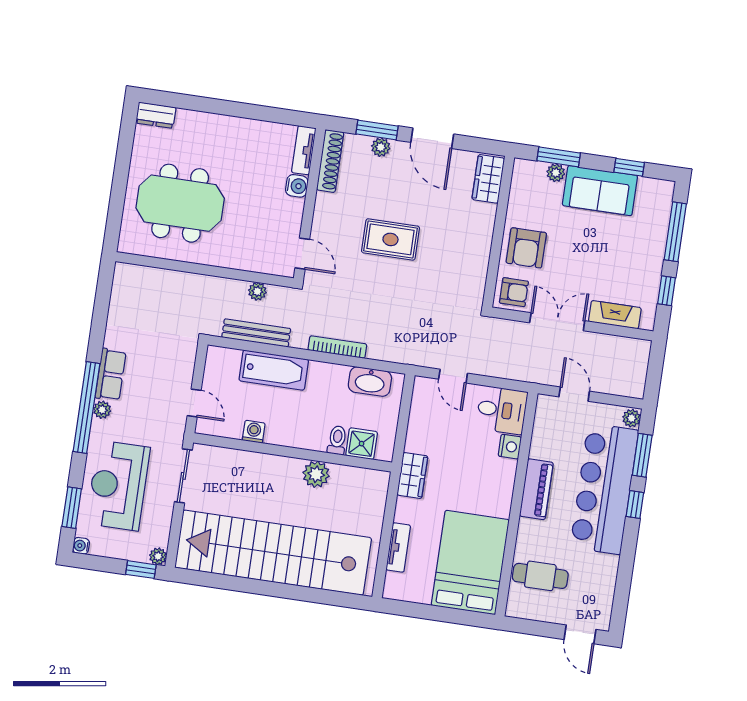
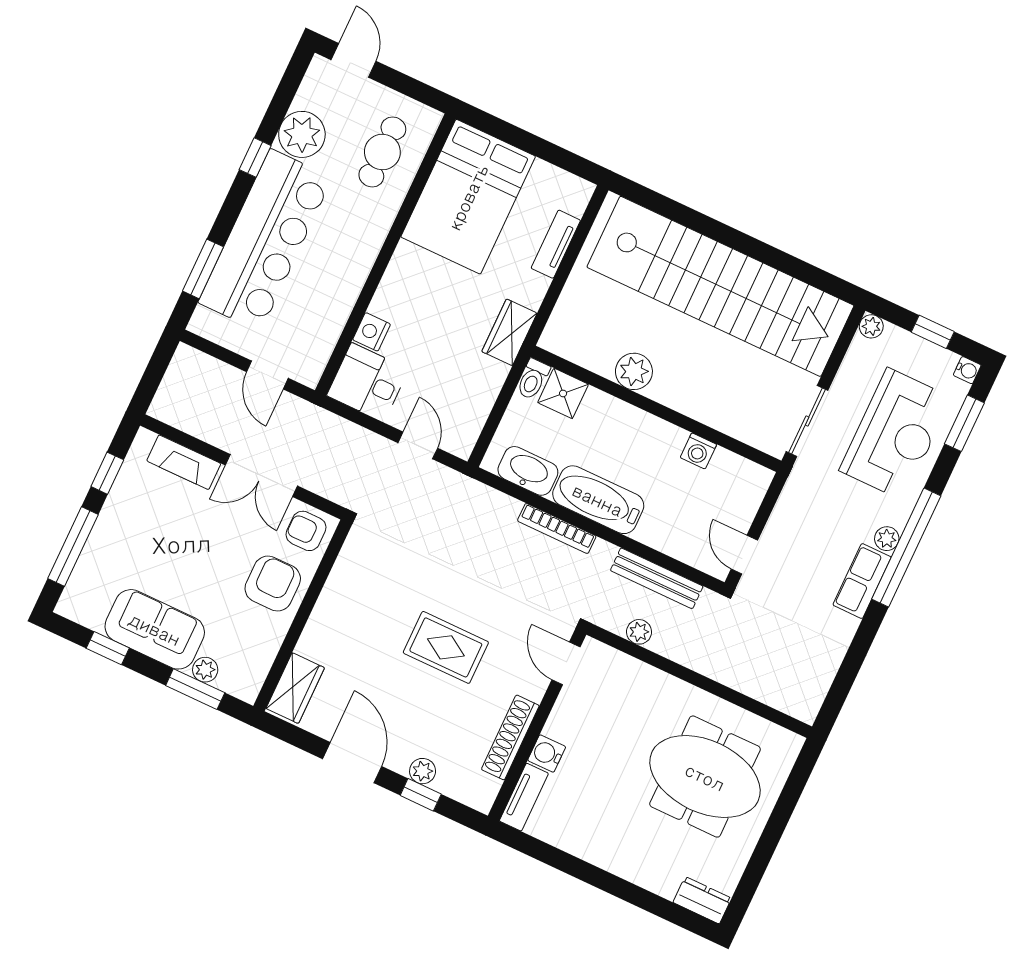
window: (377, 130) -> (421, 795), width x0.67
shoe rack: (330, 161) -> (510, 737), moved
bathtub: (274, 370) -> (598, 500), moved
door: (194, 403) -> (744, 555), moved
plant: (632, 418) -> (302, 134), moved, width x1.87, depth x1.87
toilet: (337, 440) -> (533, 379), moved
piano: (536, 489) -> (354, 266), removed
window: (635, 505) -> (255, 158), moved
window: (141, 570) -> (933, 332), moved
cafe table: (540, 576) -> (382, 152), turned 90

